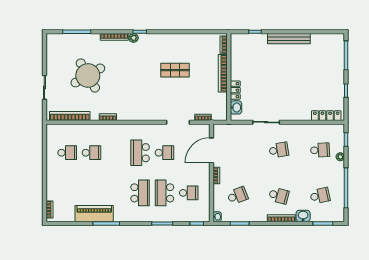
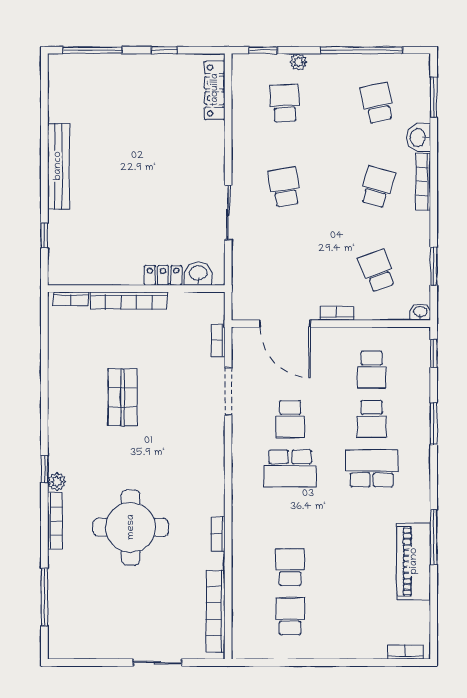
round table: (88, 75) -> (131, 527), moved, turned 30
school desk: (164, 153) -> (290, 419), turned 180
school desk: (164, 193) -> (372, 419), width x0.54
school desk: (189, 193) -> (372, 370), turned 180

